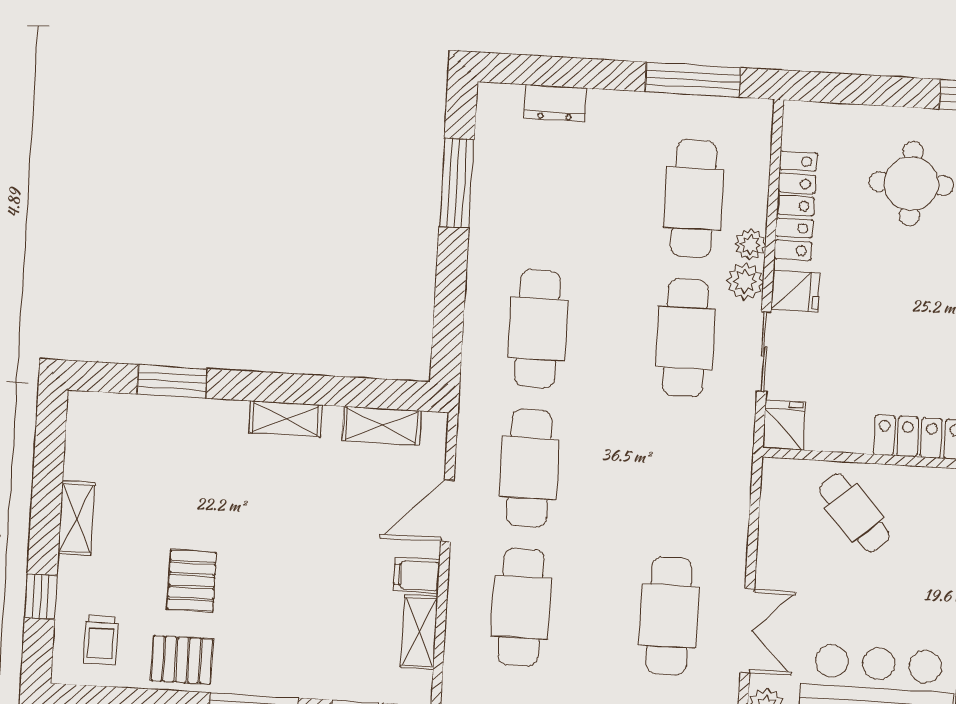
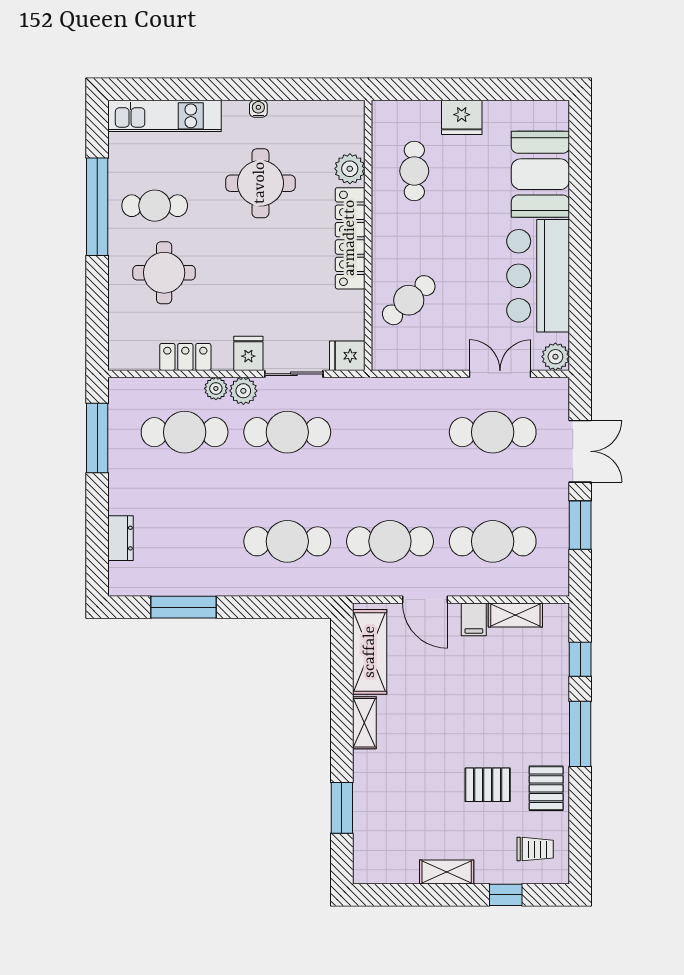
locker: (796, 206) -> (185, 357), width x0.66
shelving: (381, 426) -> (370, 652), width x1.50, depth x1.33

